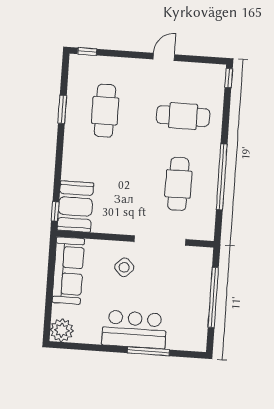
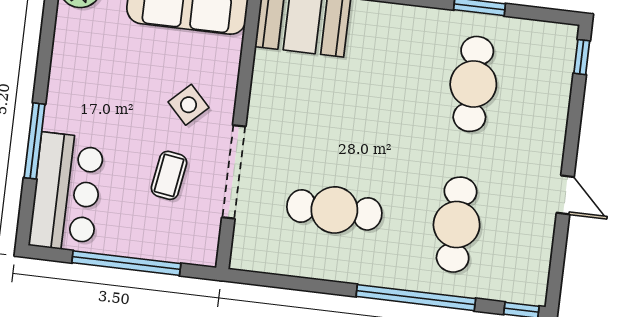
cafe table: (105, 111) -> (473, 84), turned 90
window: (222, 177) -> (416, 298), moved
coffee table: (164, 276) -> (169, 175), added
bar counter: (134, 329) -> (66, 192), moved

